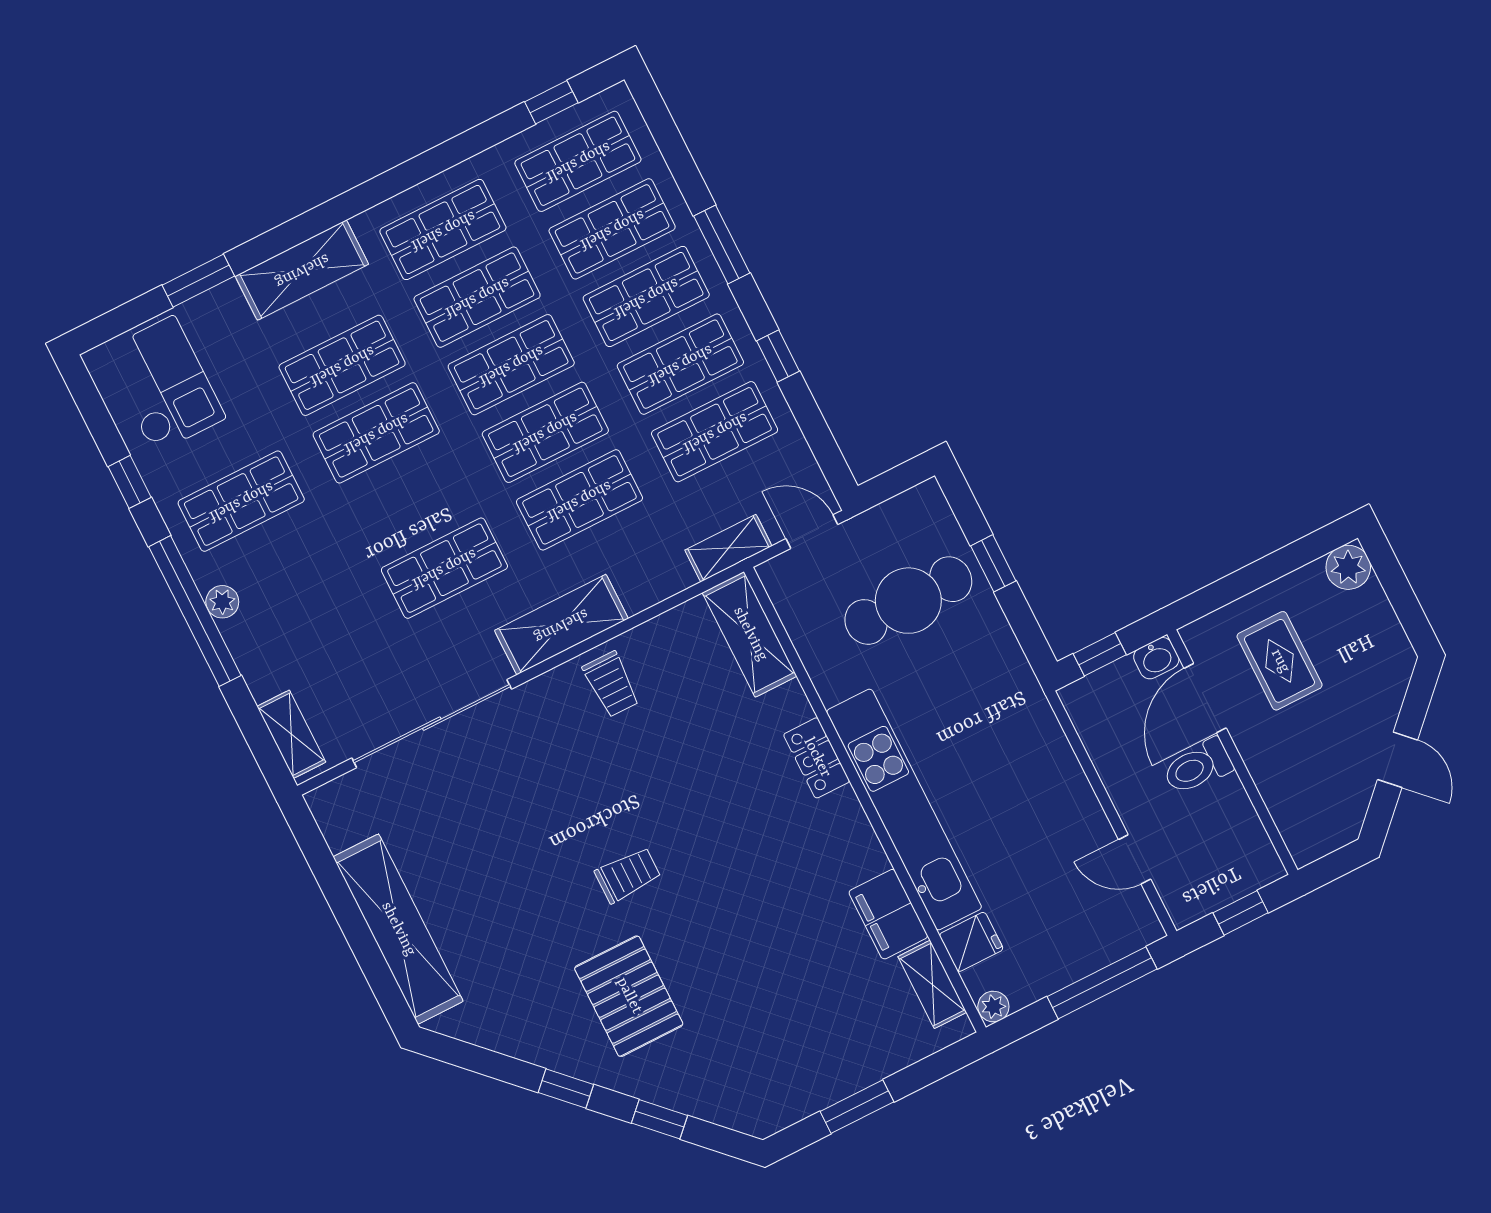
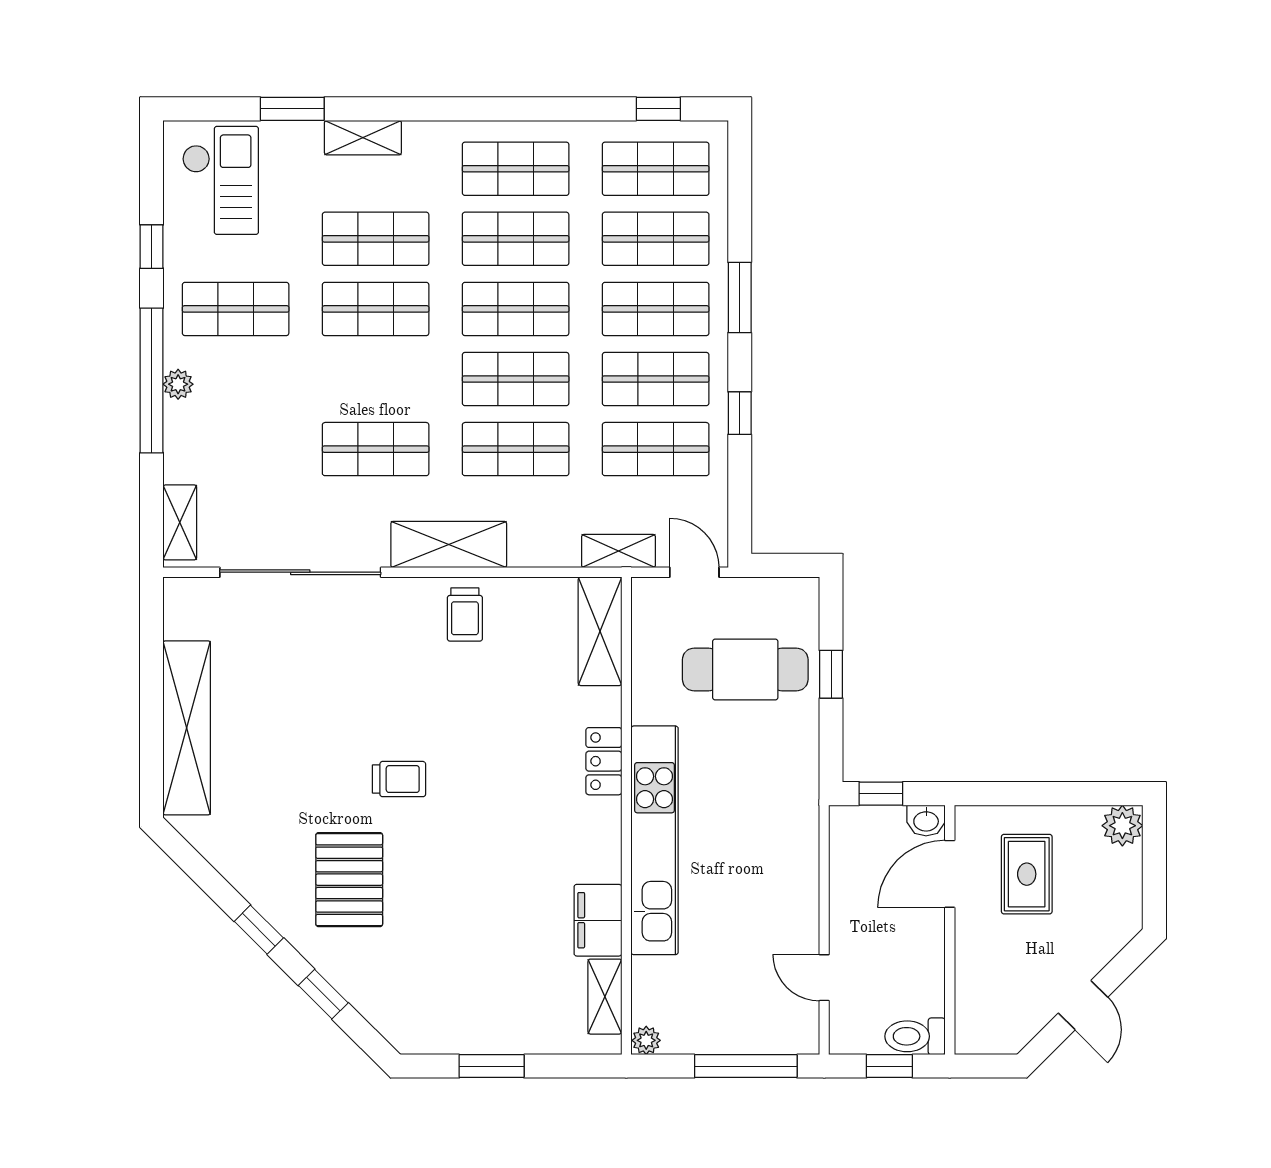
shelving: (302, 270) -> (363, 138), width x0.67, depth x0.75
toilet: (1198, 767) -> (915, 1036), moved
fridge: (971, 942) -> (655, 978), removed

